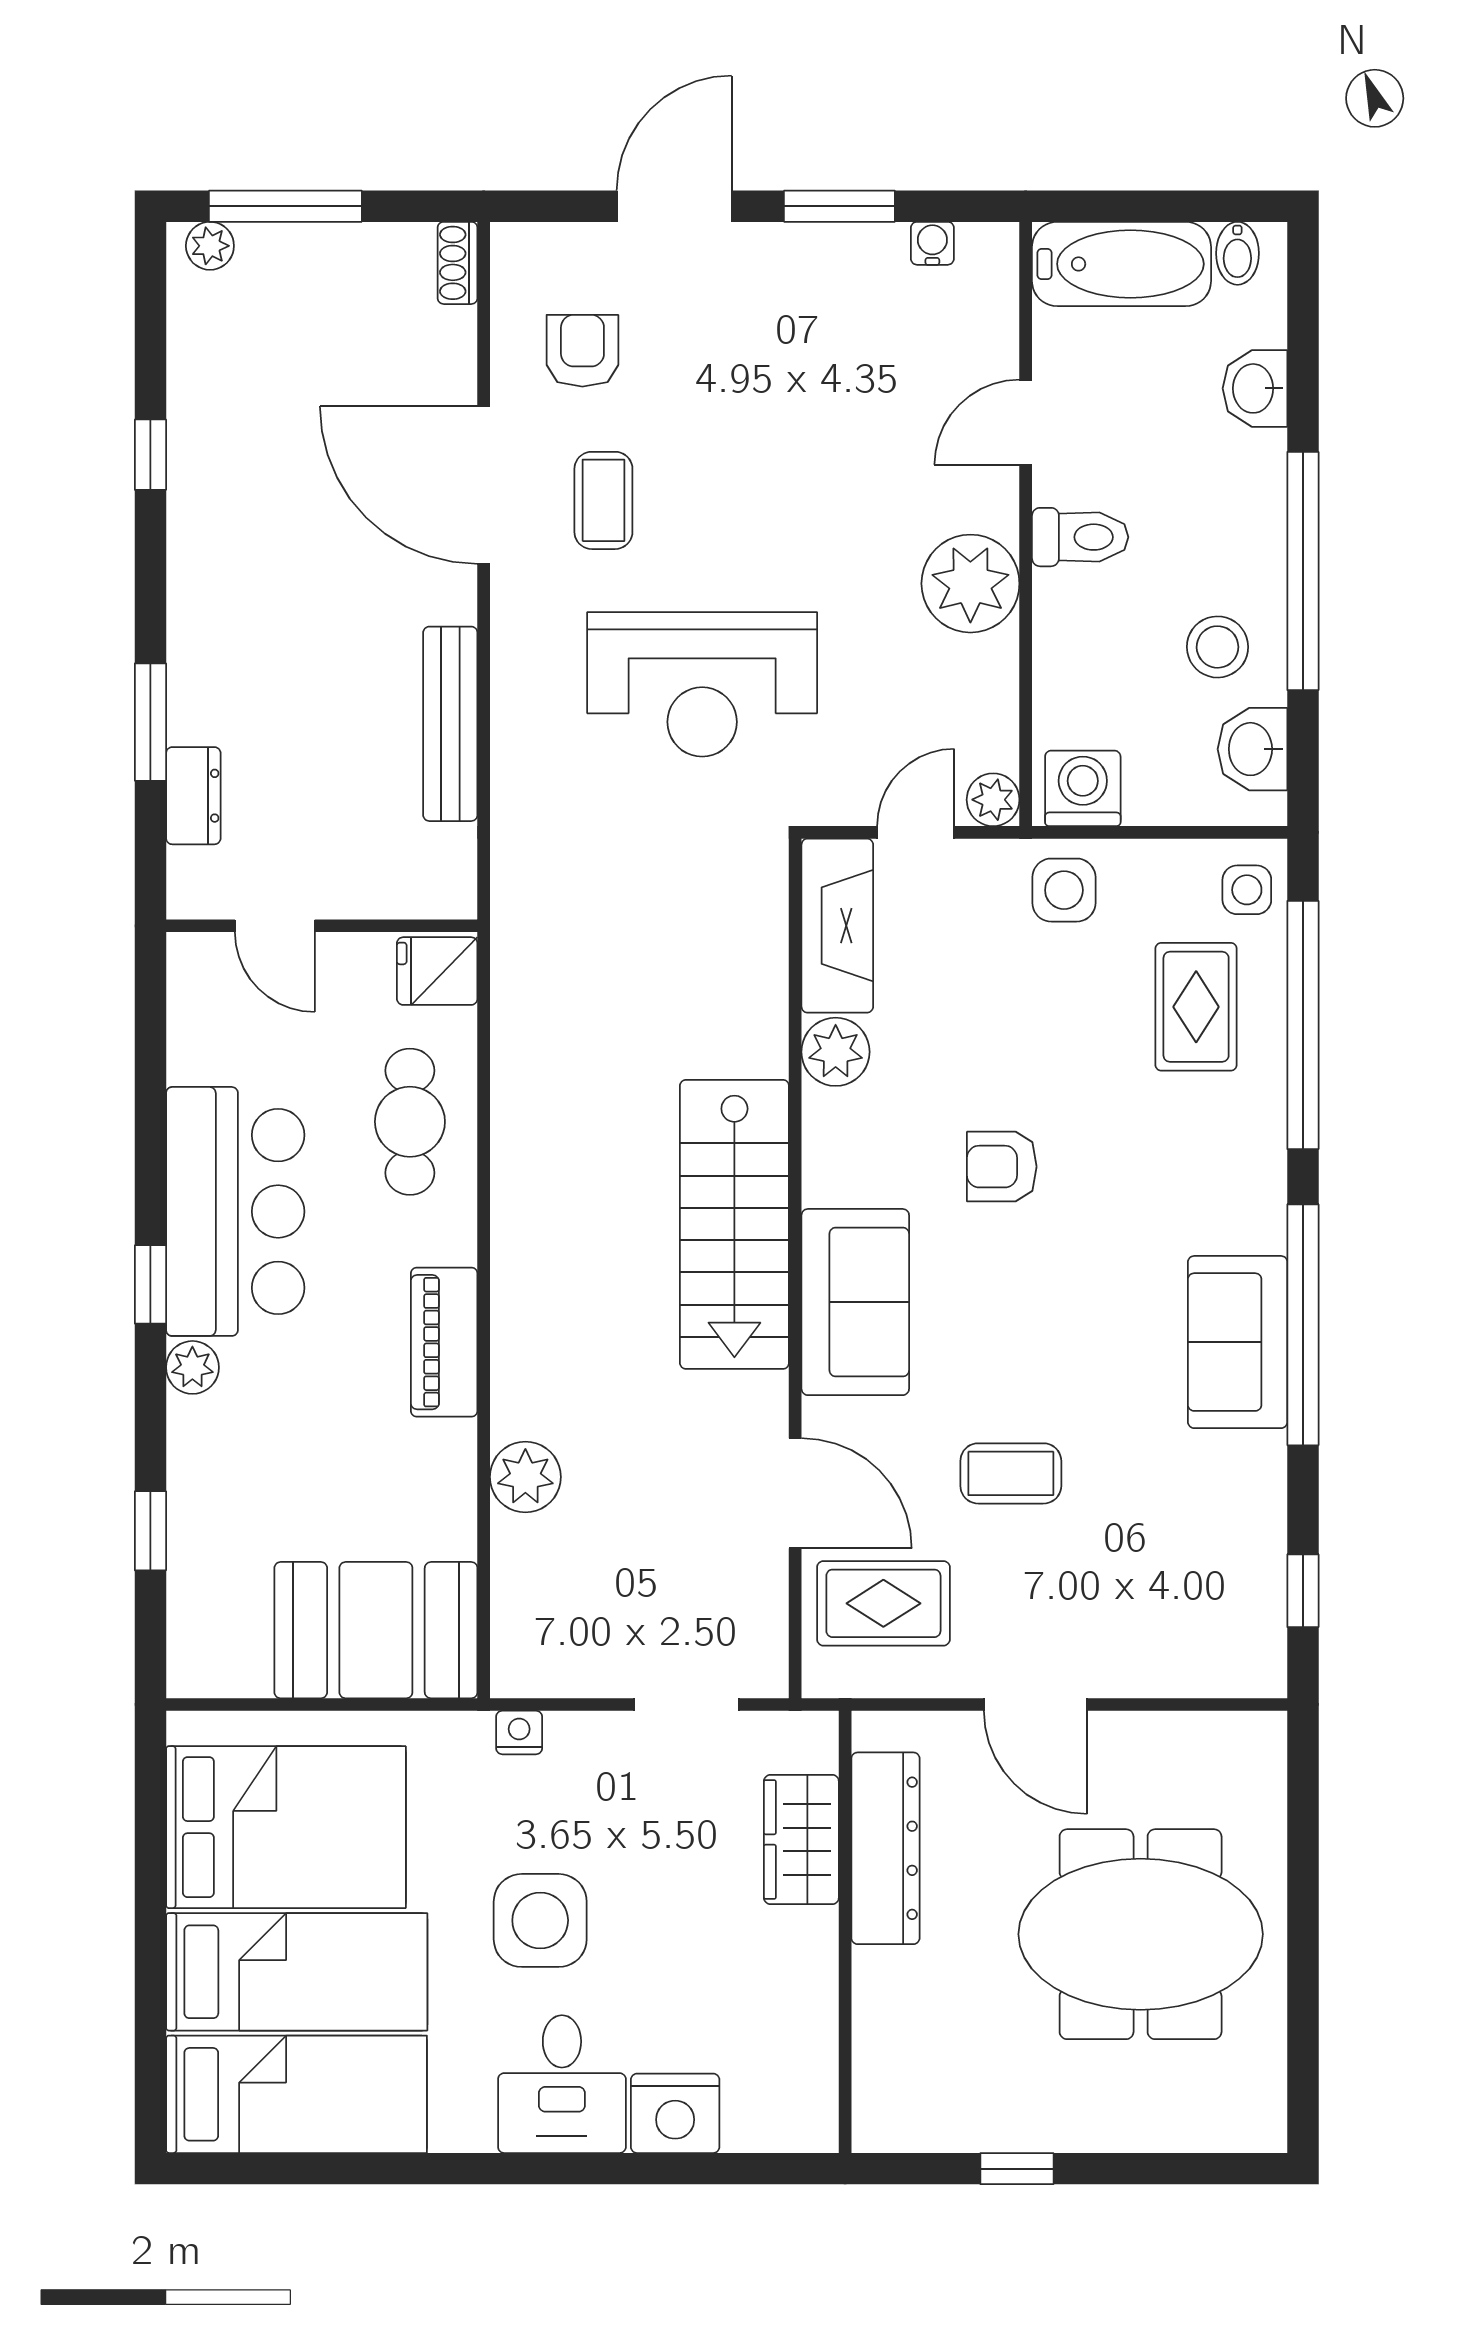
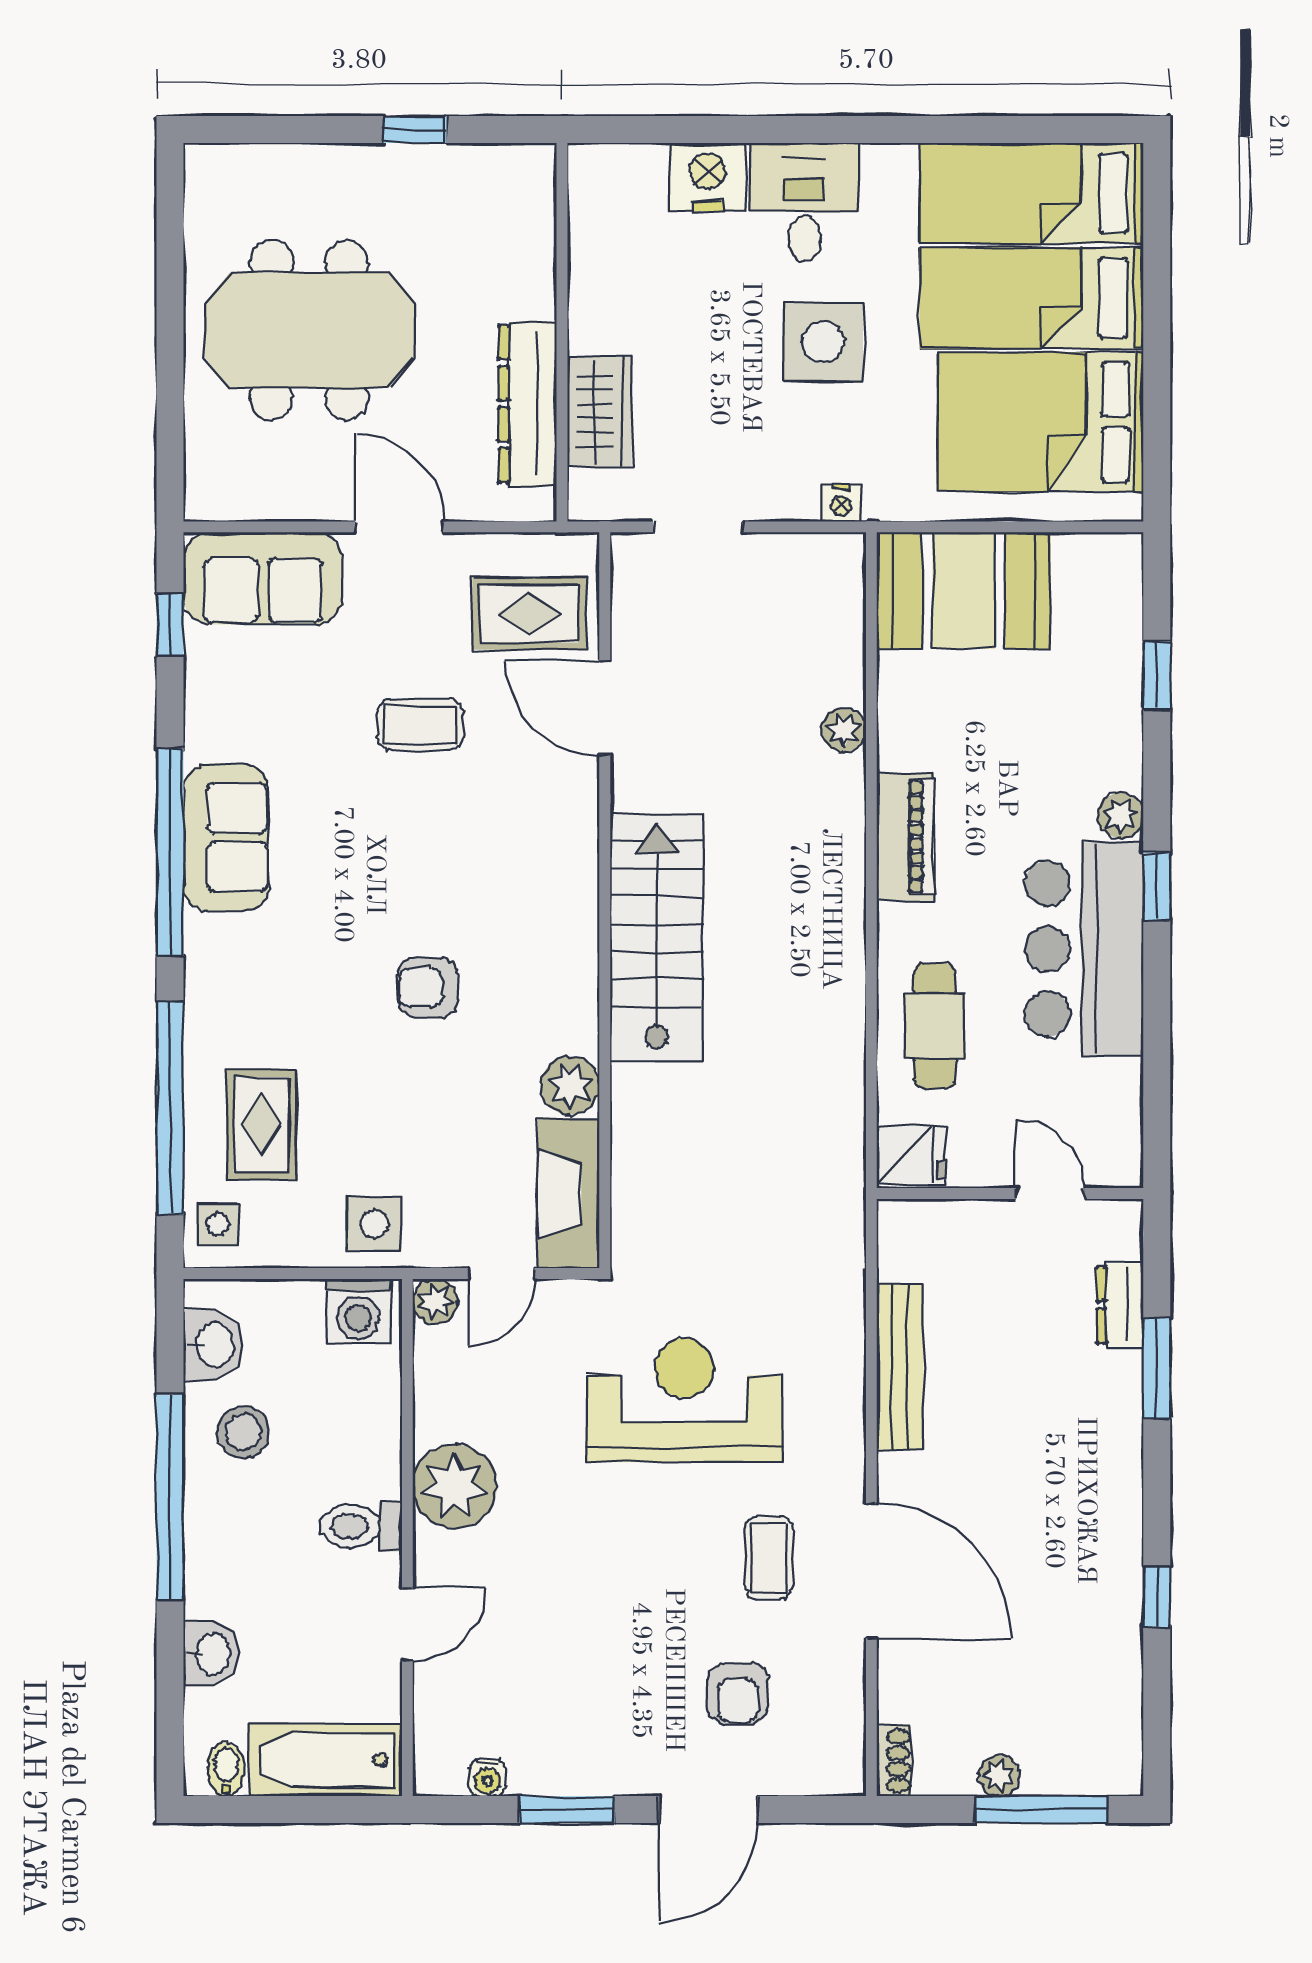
plant: (210, 246) -> (999, 1776), moved
armchair: (582, 351) -> (738, 1693), moved
armchair: (1002, 1167) -> (428, 987), turned 180
sofa: (855, 1302) -> (263, 578), moved, turned -90
plant: (525, 1477) -> (844, 730), width x0.73, depth x0.73

